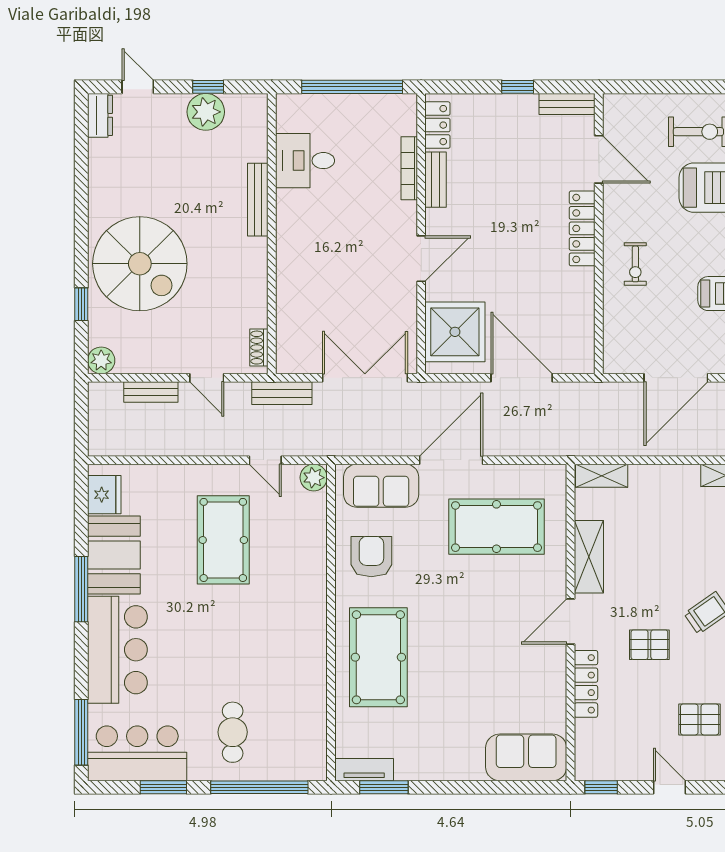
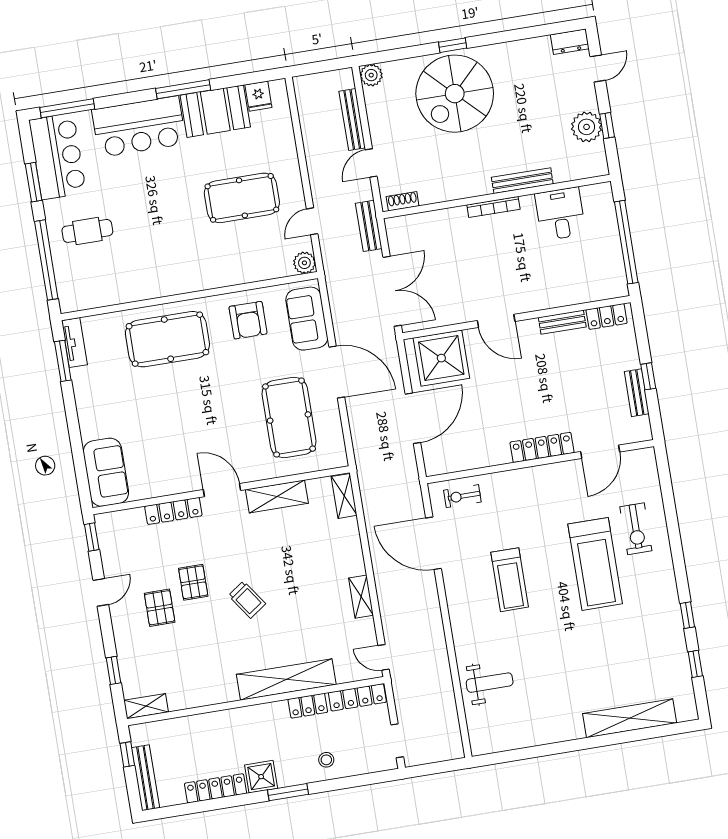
bench: (567, 104) -> (637, 393), moved
bookcase: (409, 168) -> (493, 207), moved, turned 180
exercise bike: (635, 264) -> (462, 496), moved
window: (81, 304) -> (453, 45), moved
bench: (151, 392) -> (352, 120), width x1.36
fridge: (104, 495) -> (258, 96), width x0.72
armchair: (371, 557) -> (248, 320), turned 90
pallet: (649, 645) -> (193, 582), moved

